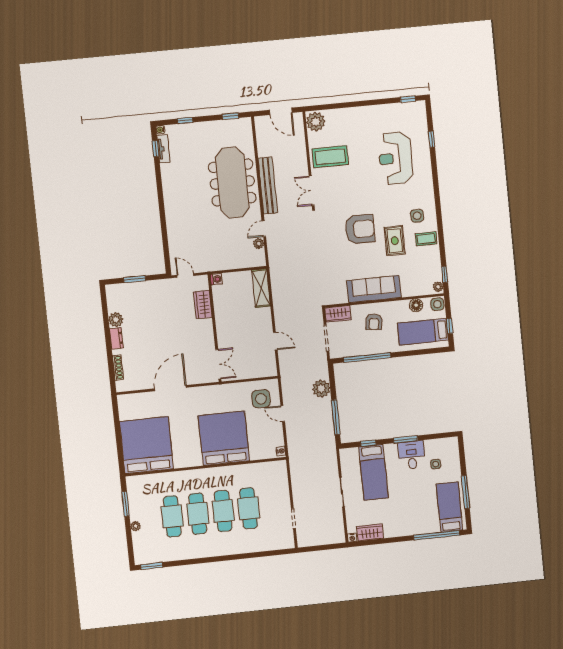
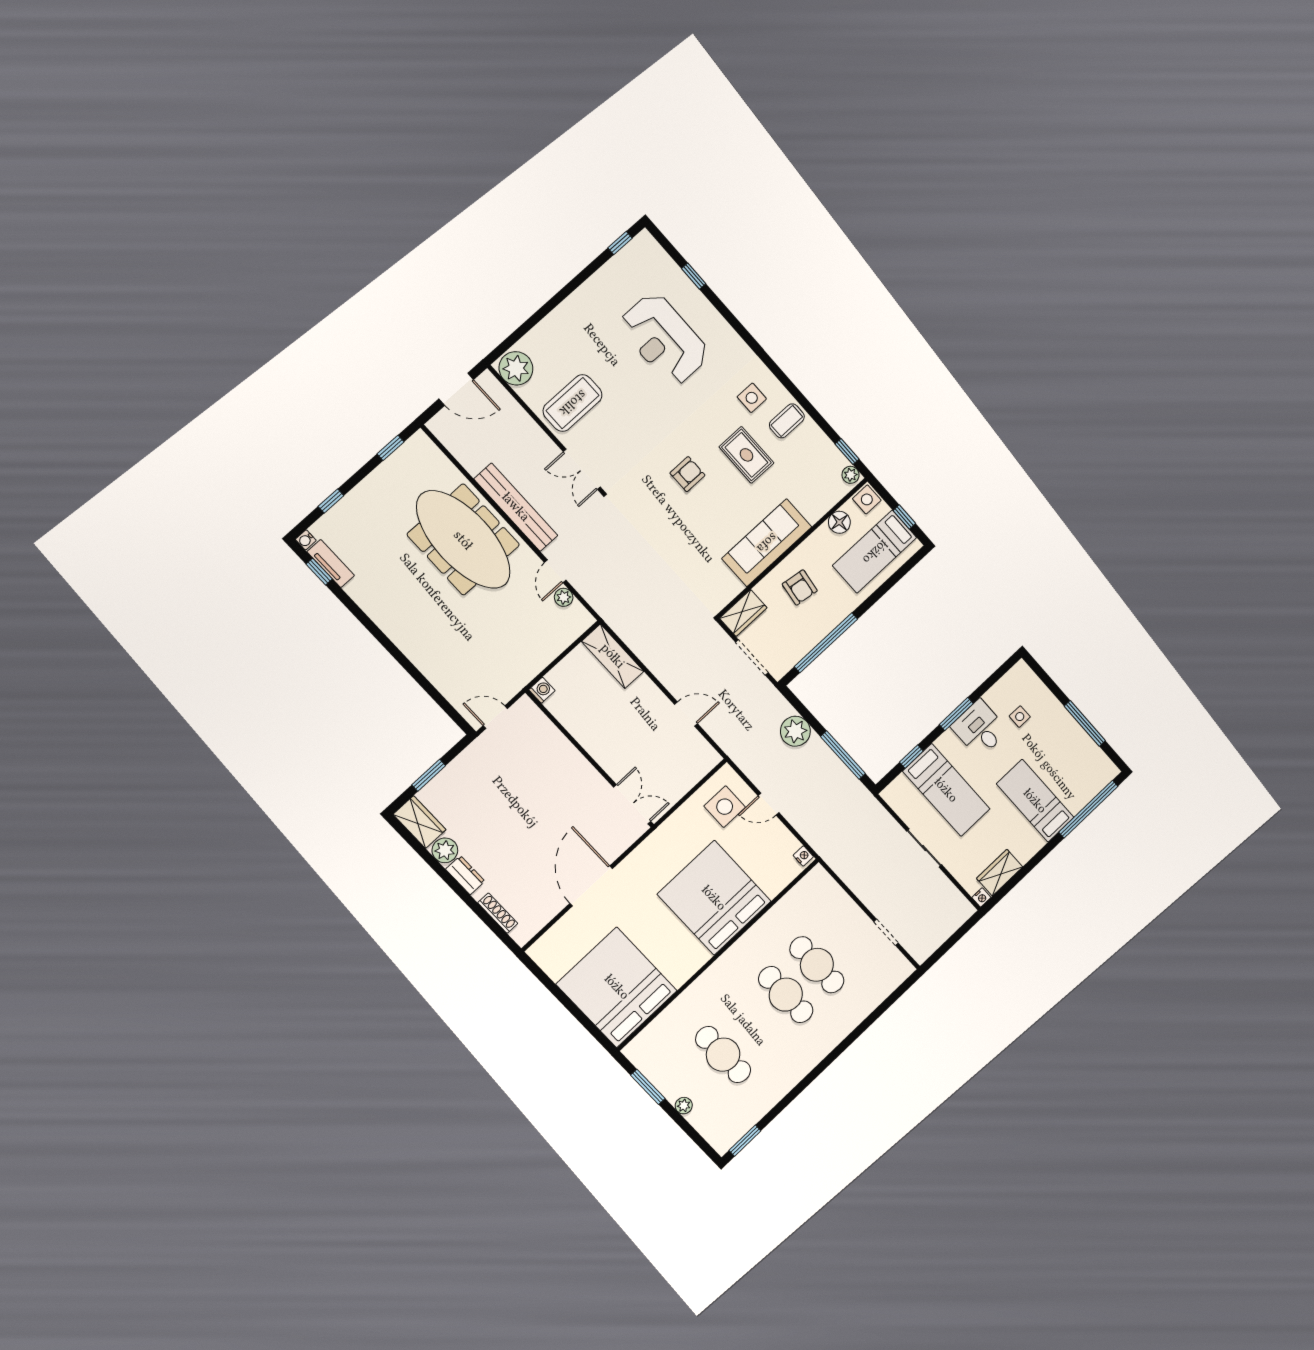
armchair: (360, 229) -> (687, 474), width x0.53, depth x0.53
wardrobe: (203, 305) -> (419, 822), moved, turned 180
bed: (449, 507) -> (1035, 801), moved
cafe table: (198, 514) -> (754, 1025), removed

